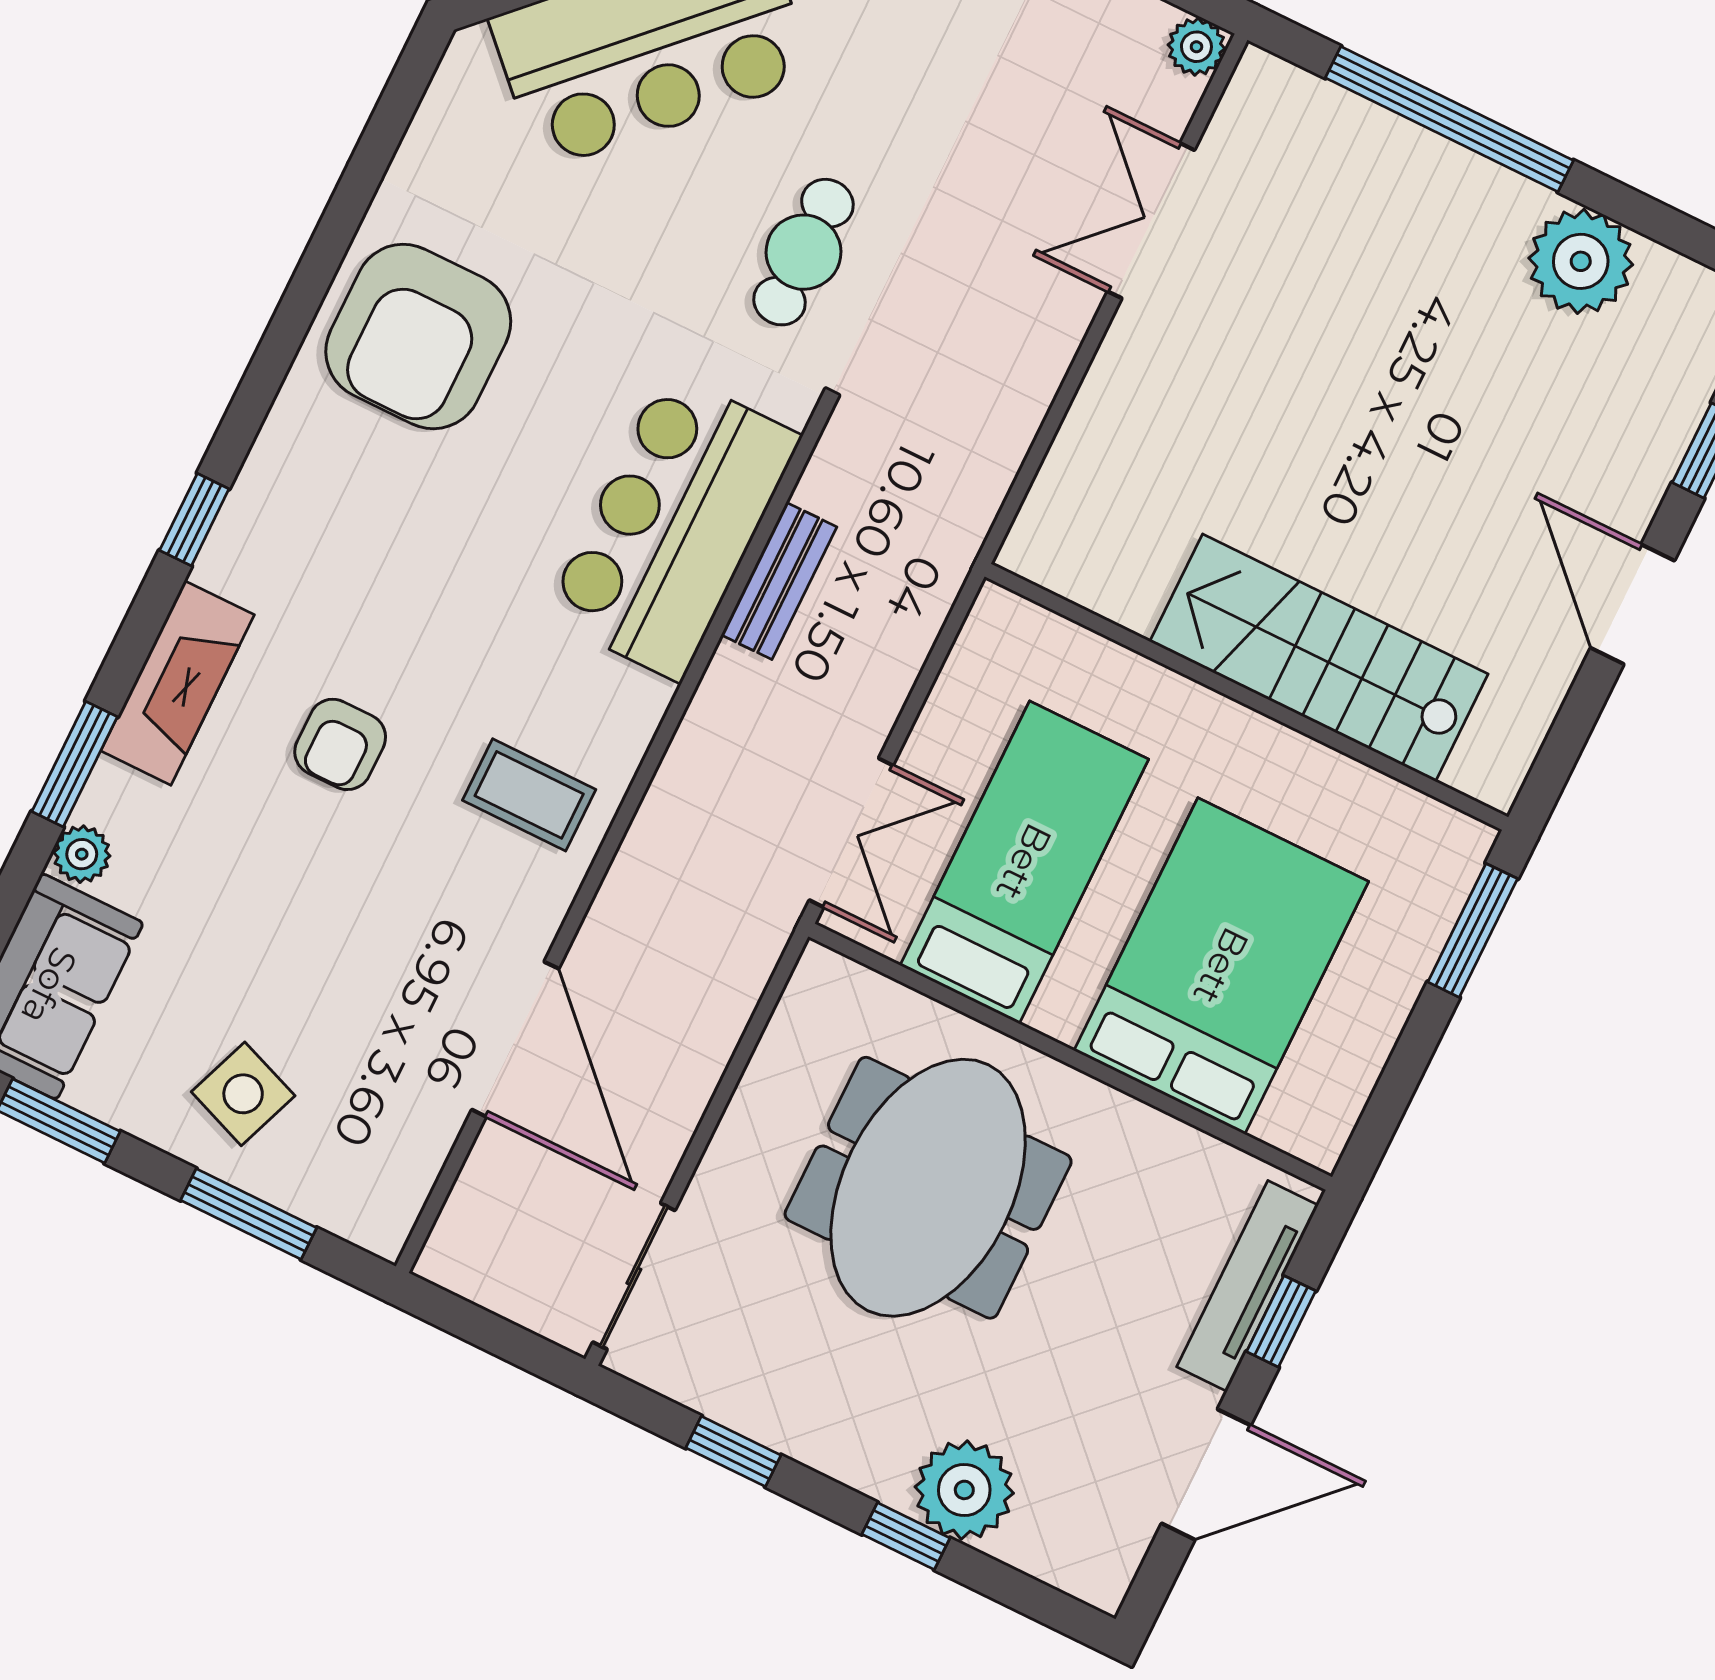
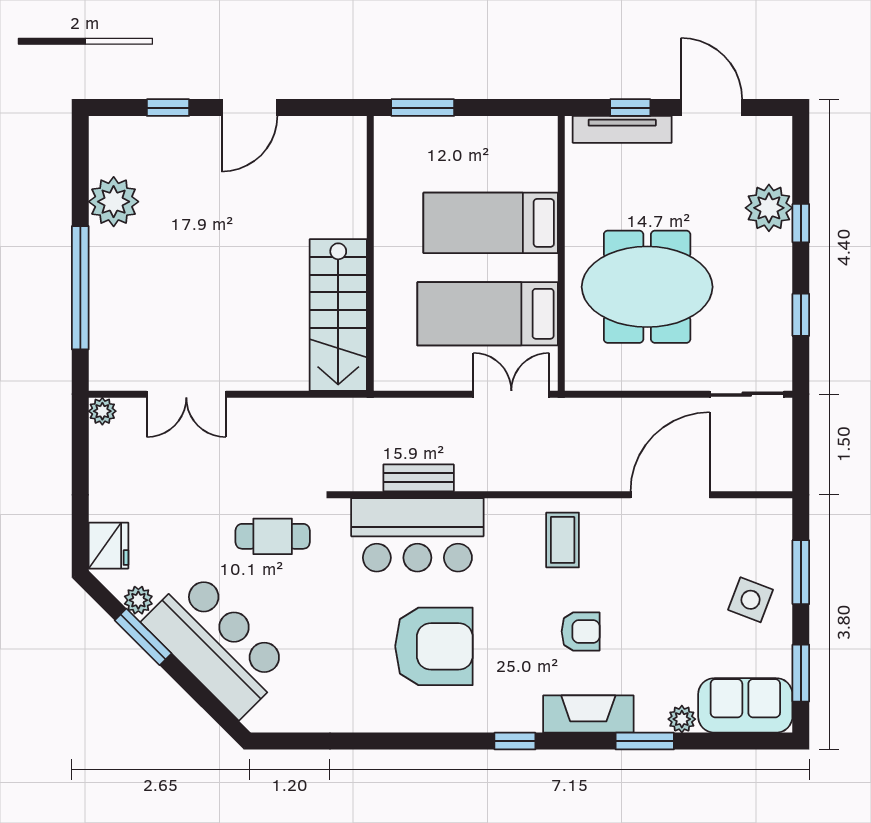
armchair: (418, 336) -> (434, 646), moved
stairs: (1319, 658) -> (338, 315), moved
bed: (1221, 966) -> (491, 223), width x0.67

